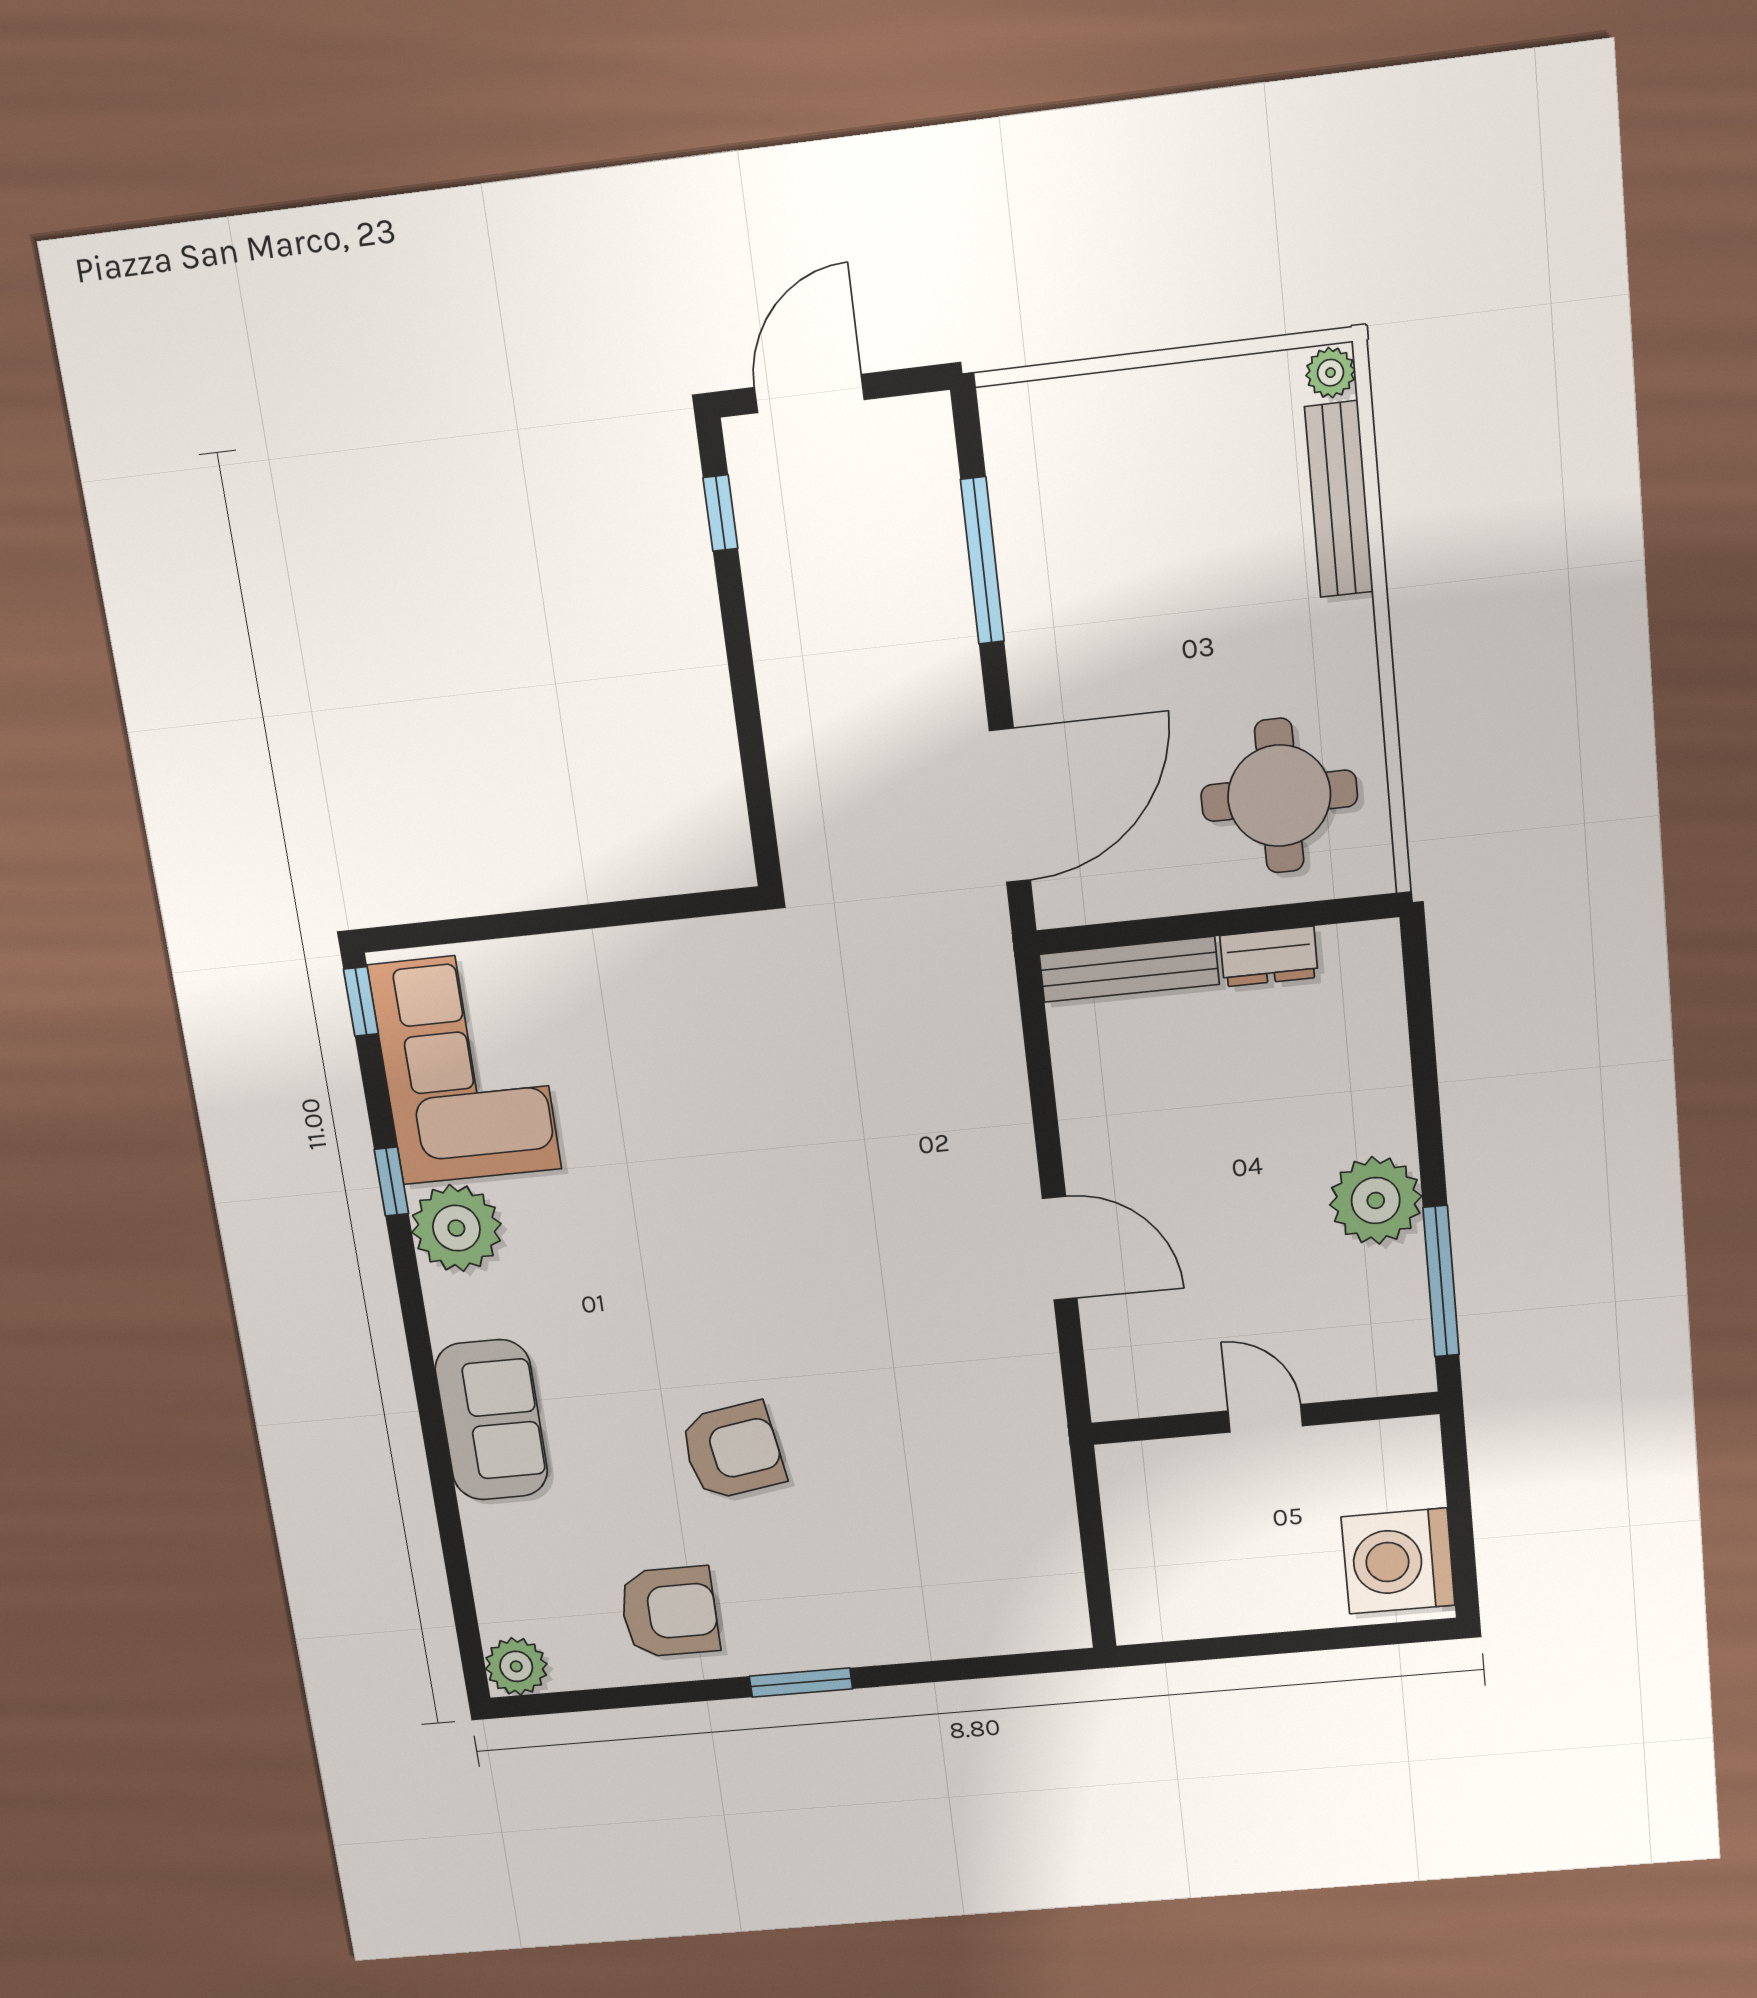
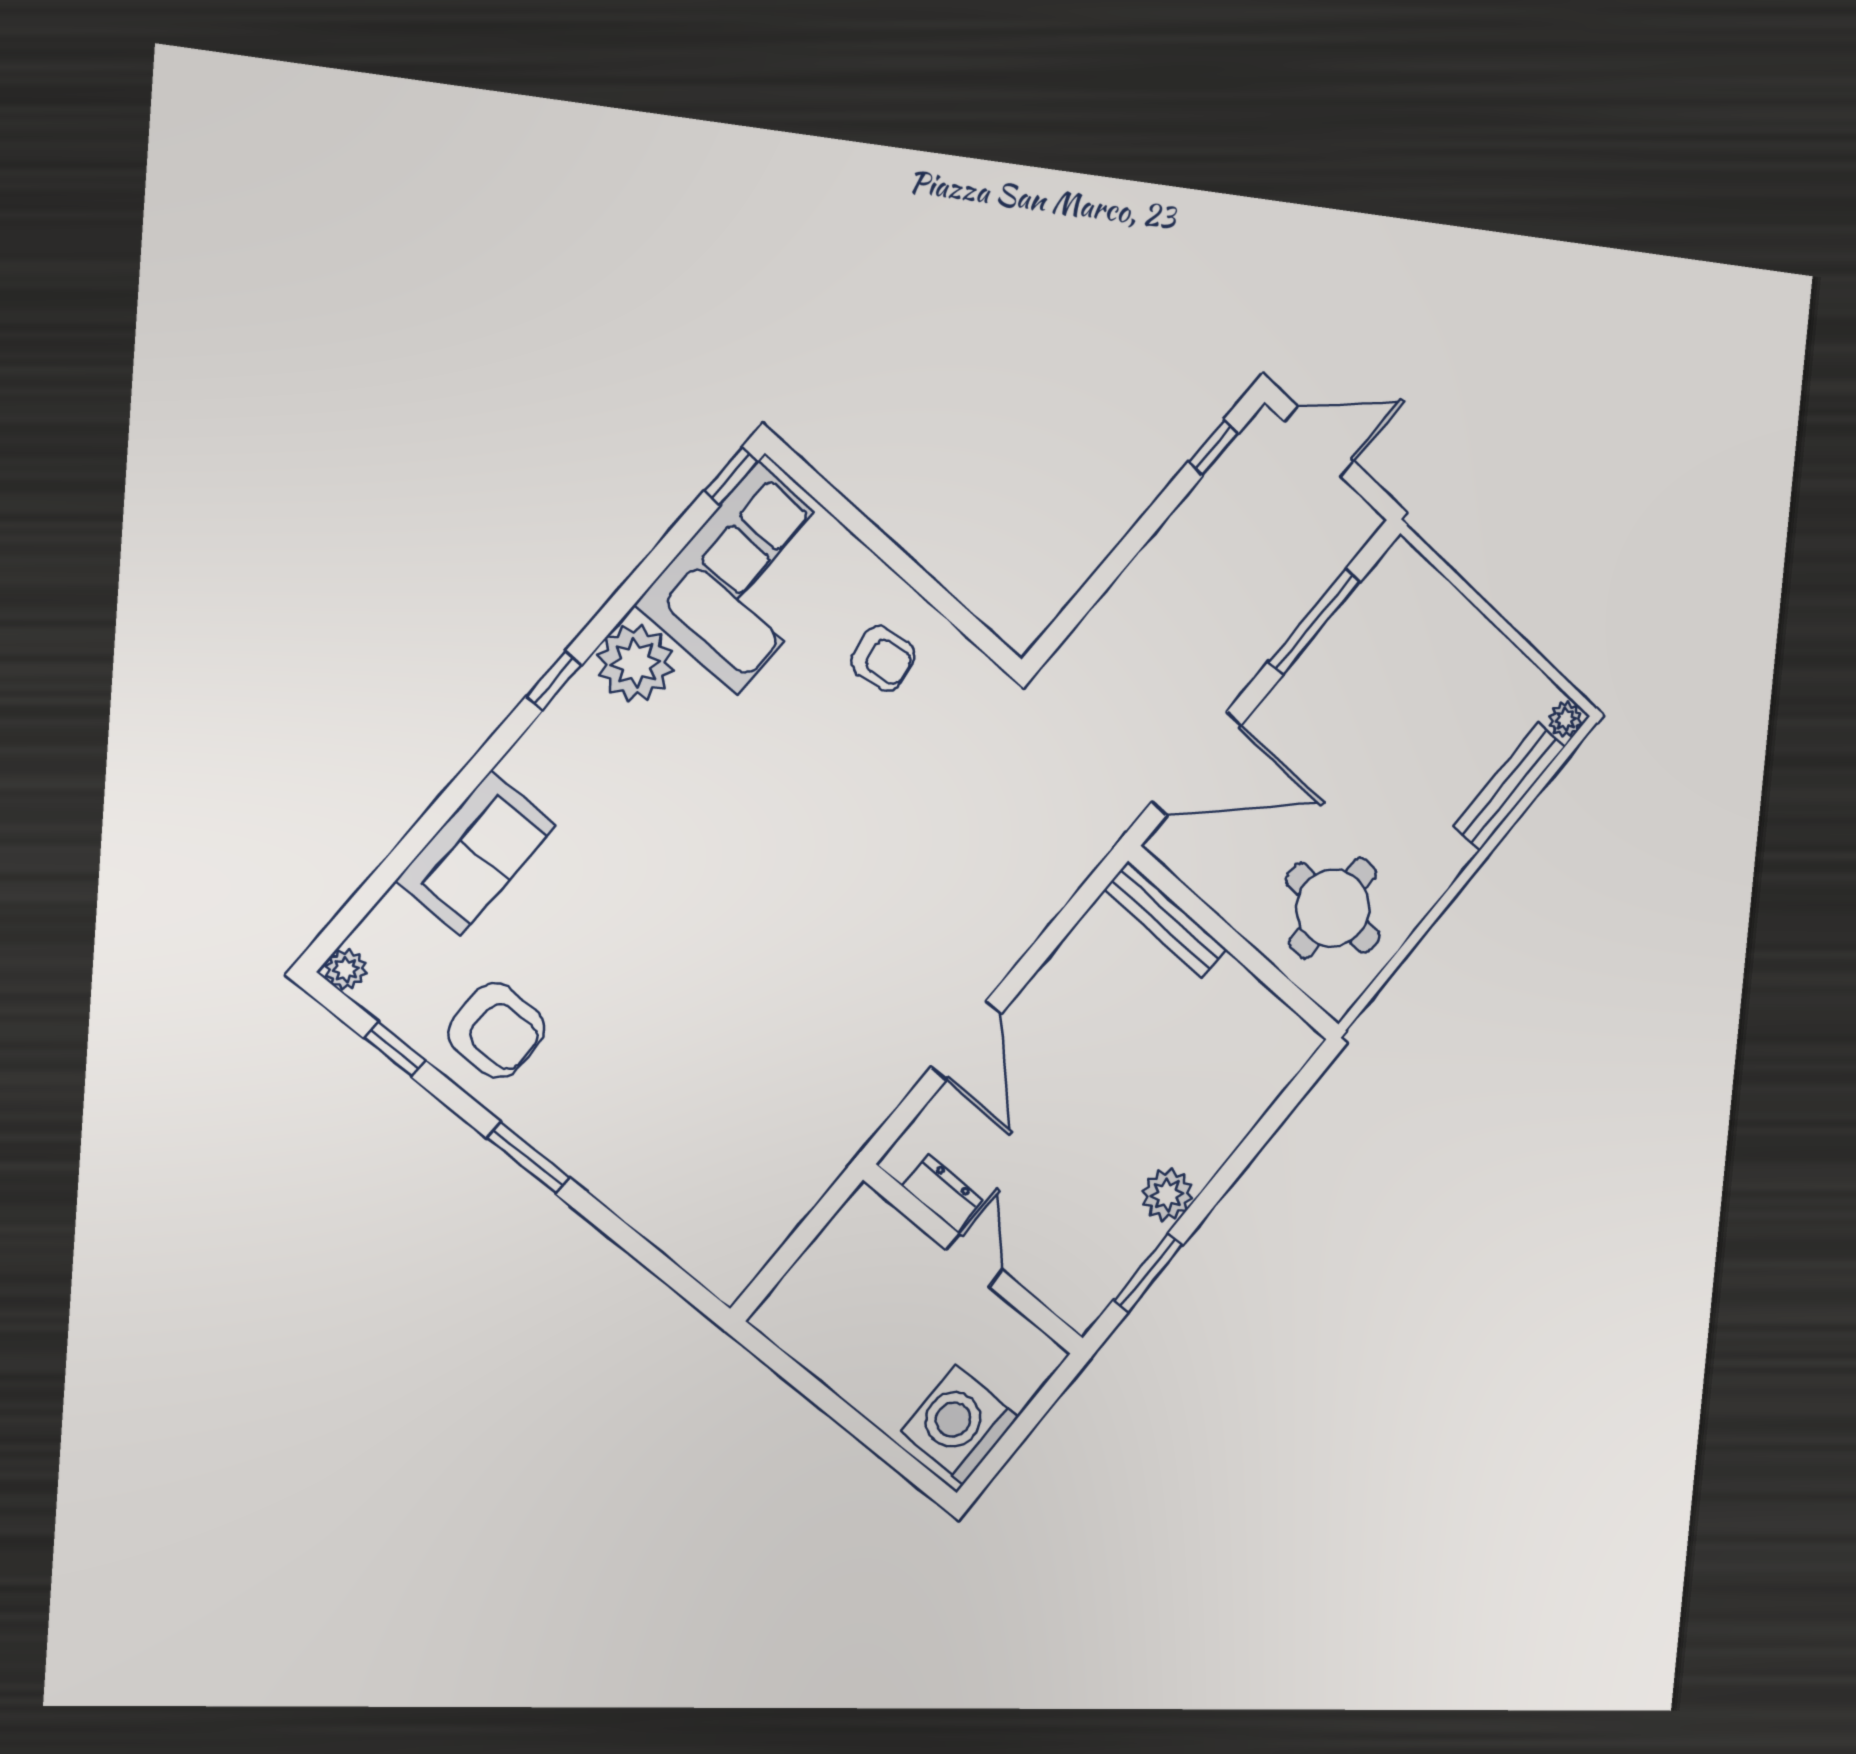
dresser: (1269, 957) -> (943, 1193), moved, turned 180
window: (391, 1182) -> (554, 681), moved
plant: (1376, 1200) -> (1167, 1195), width x0.73, depth x0.73
window: (1441, 1281) -> (1148, 1273), width x0.69
sofa: (491, 1420) -> (476, 853), moved
armchair: (733, 1451) -> (883, 658), moved, width x0.72, depth x0.72
plant: (516, 1666) -> (346, 969), width x0.73, depth x0.73
window: (610, 1698) -> (395, 1049), added

